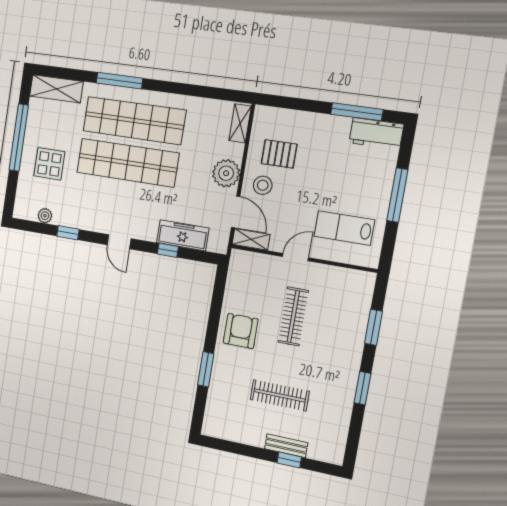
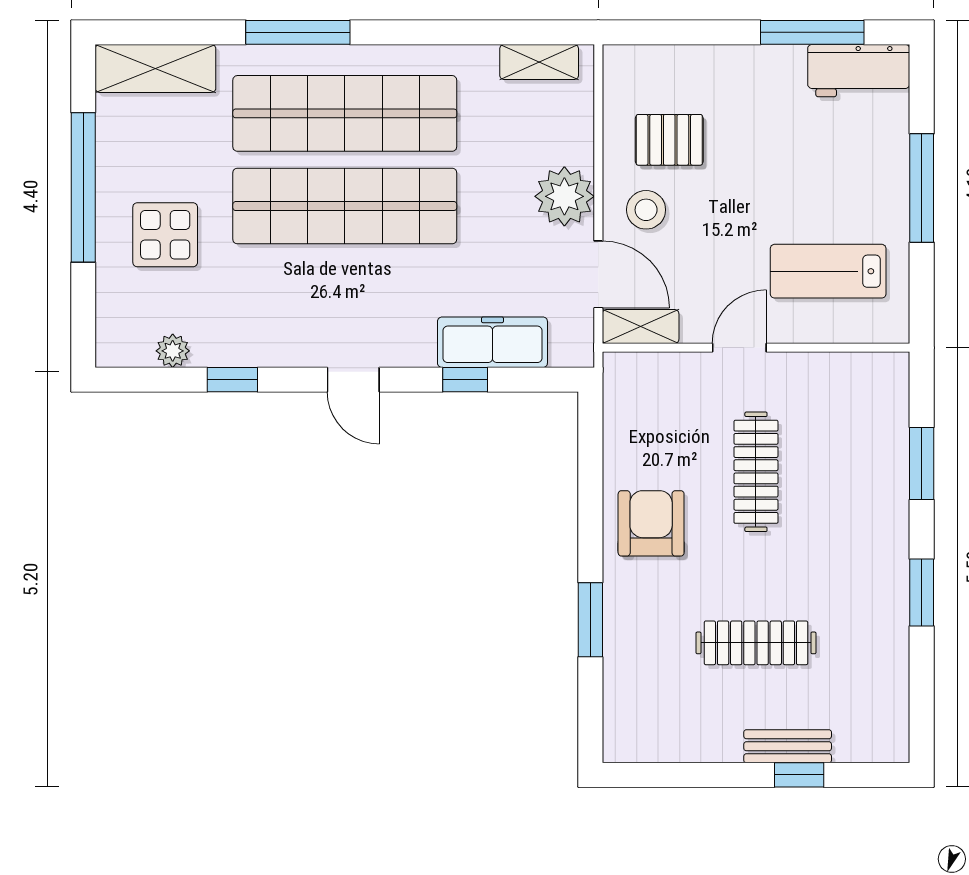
shelving: (240, 123) -> (539, 62), moved, turned 90

